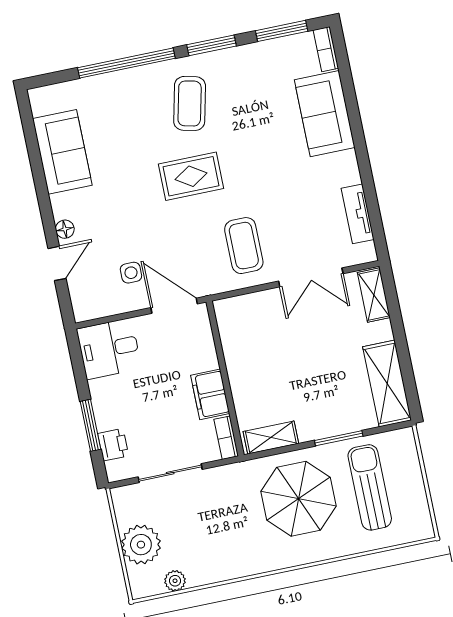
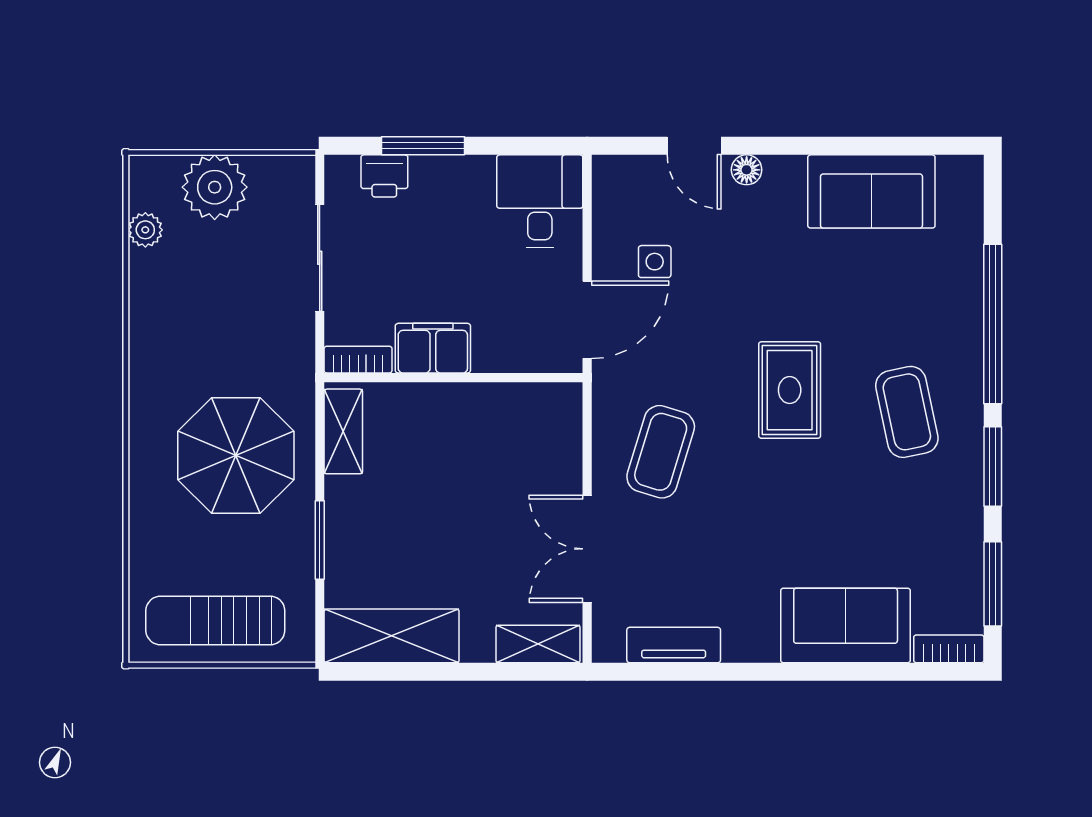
coffee table: (190, 103) -> (907, 412), turned 65
coffee table: (244, 246) -> (661, 452), turned -73
sun lounger: (370, 487) -> (215, 620), moved, turned 180

